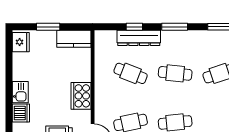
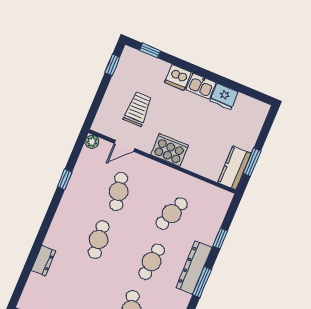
window: (48, 27) -> (252, 162), moved
dresser: (139, 38) -> (194, 268), moved
fridge: (21, 42) -> (224, 96), moved

